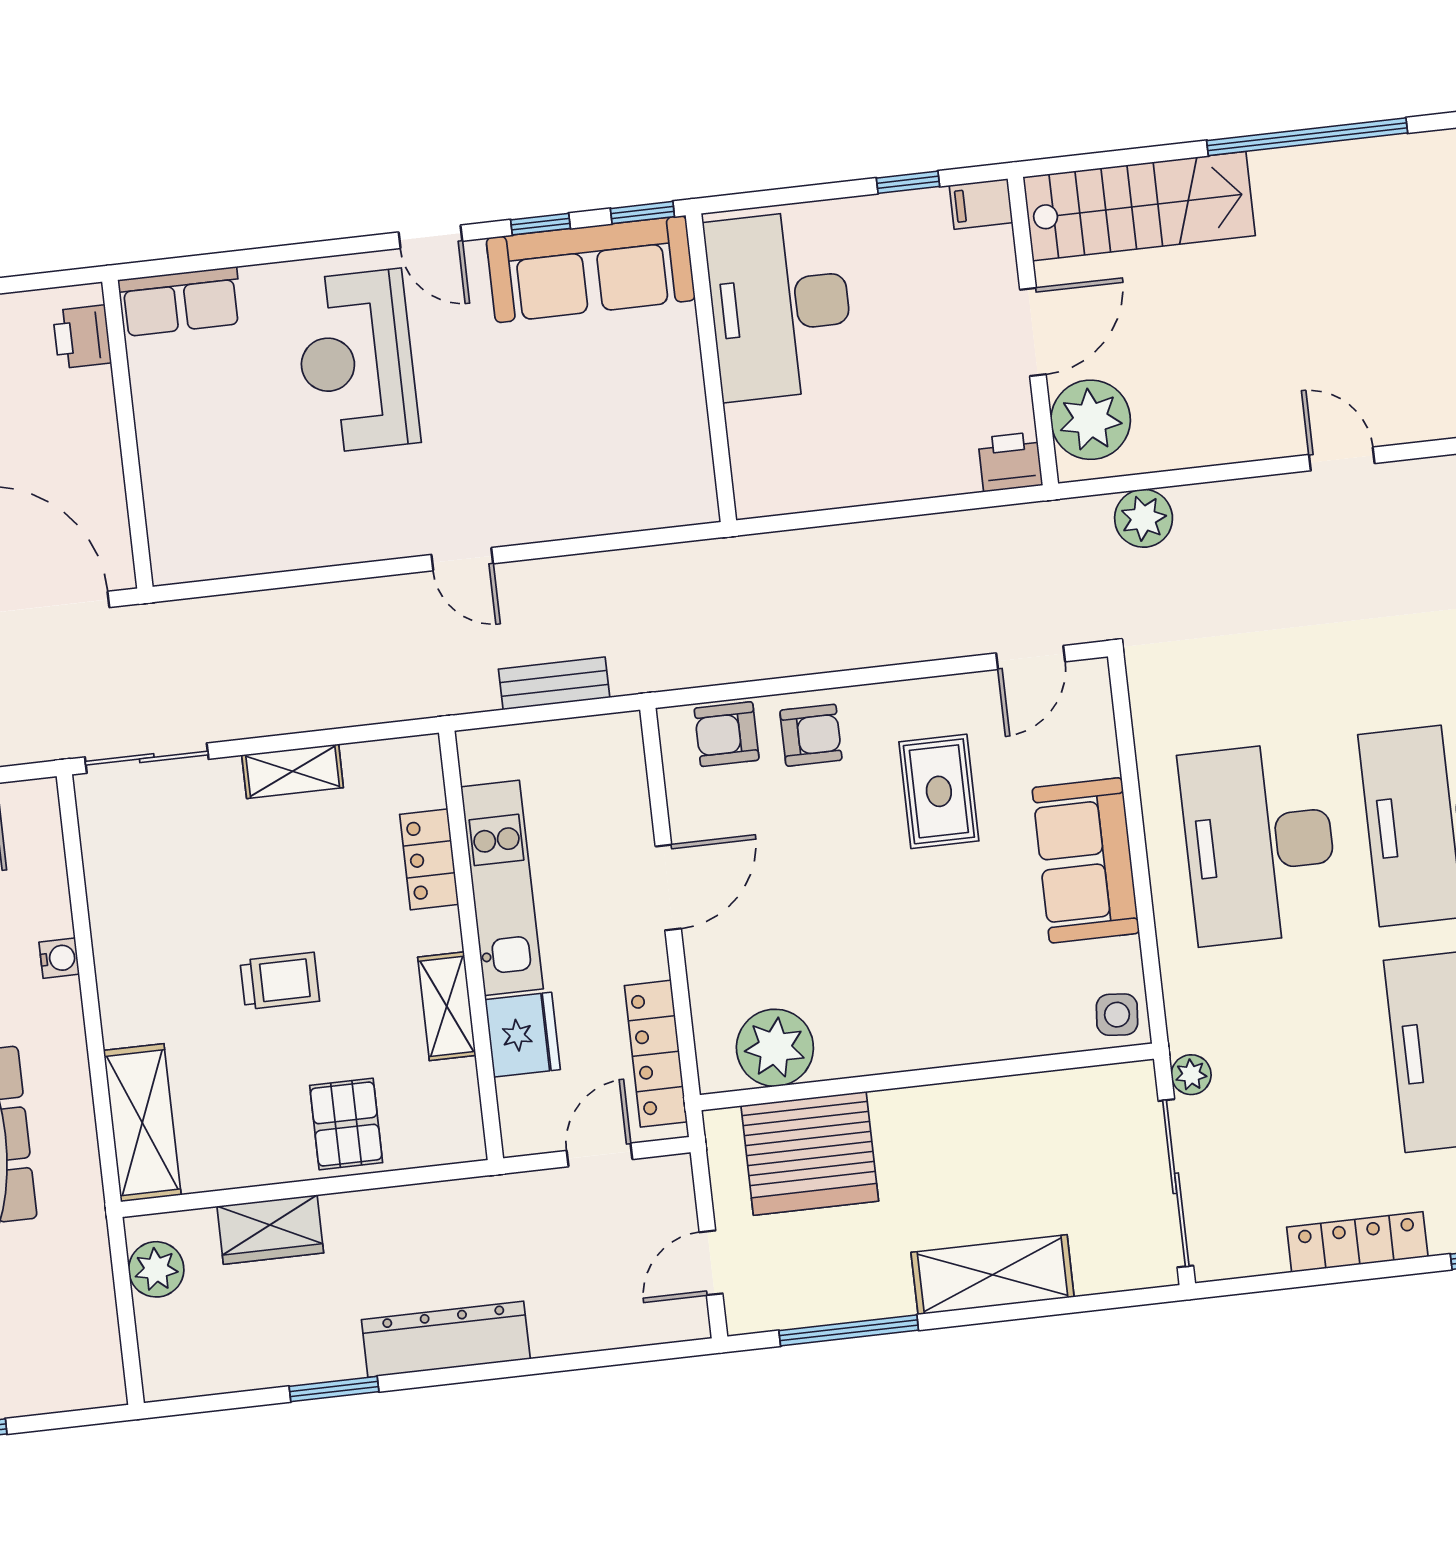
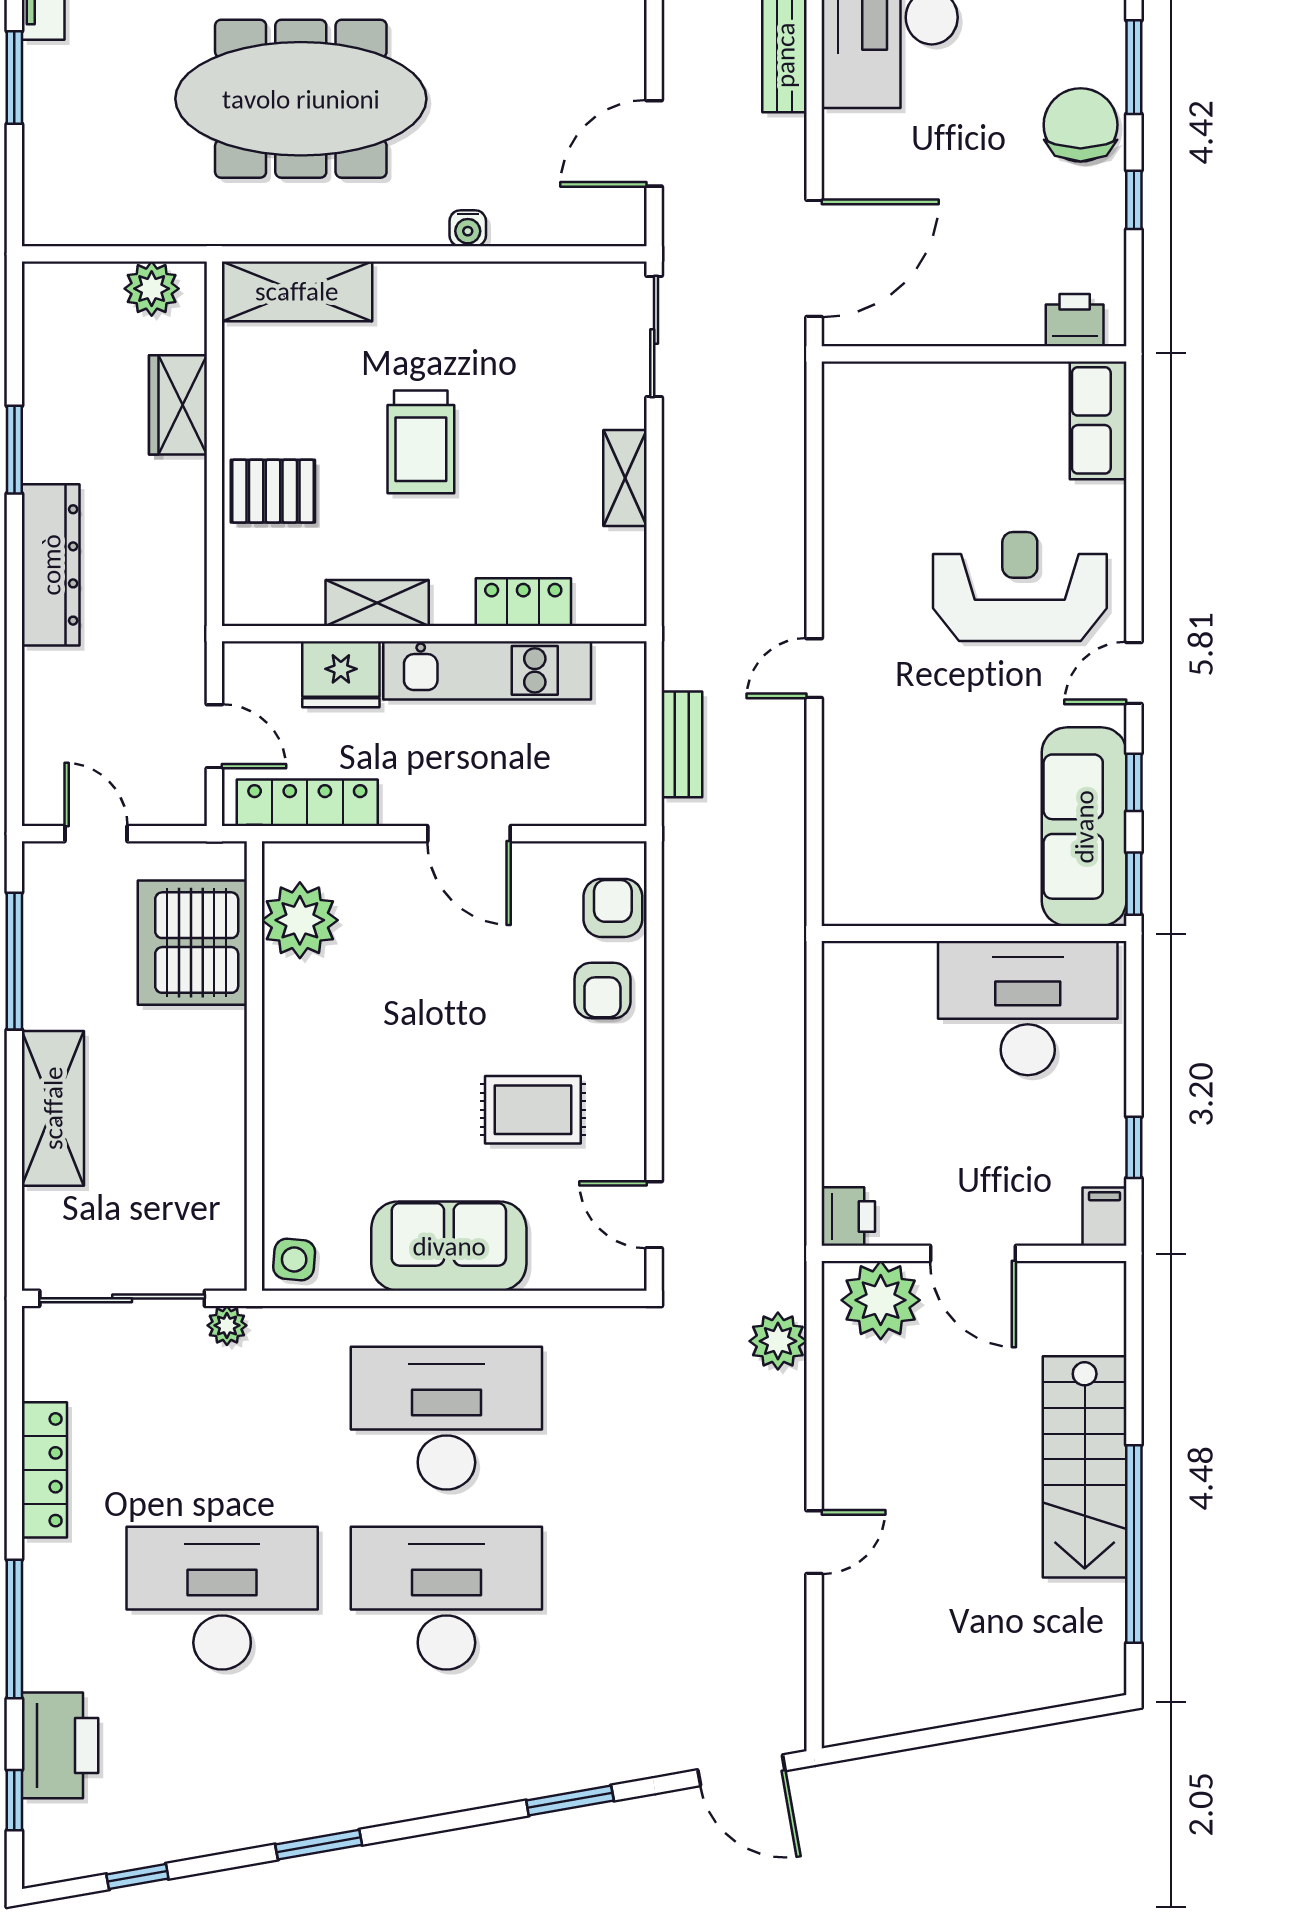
stairs: (1139, 206) -> (1085, 1467), moved
trolley: (280, 981) -> (421, 442), width x1.36, depth x1.39

